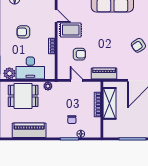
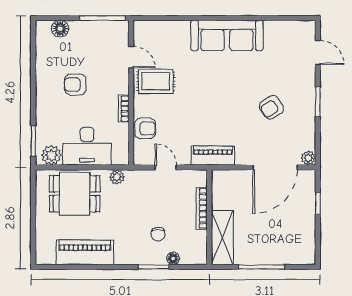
armchair: (79, 54) -> (145, 128), moved
shelving: (110, 103) -> (222, 238), moved

